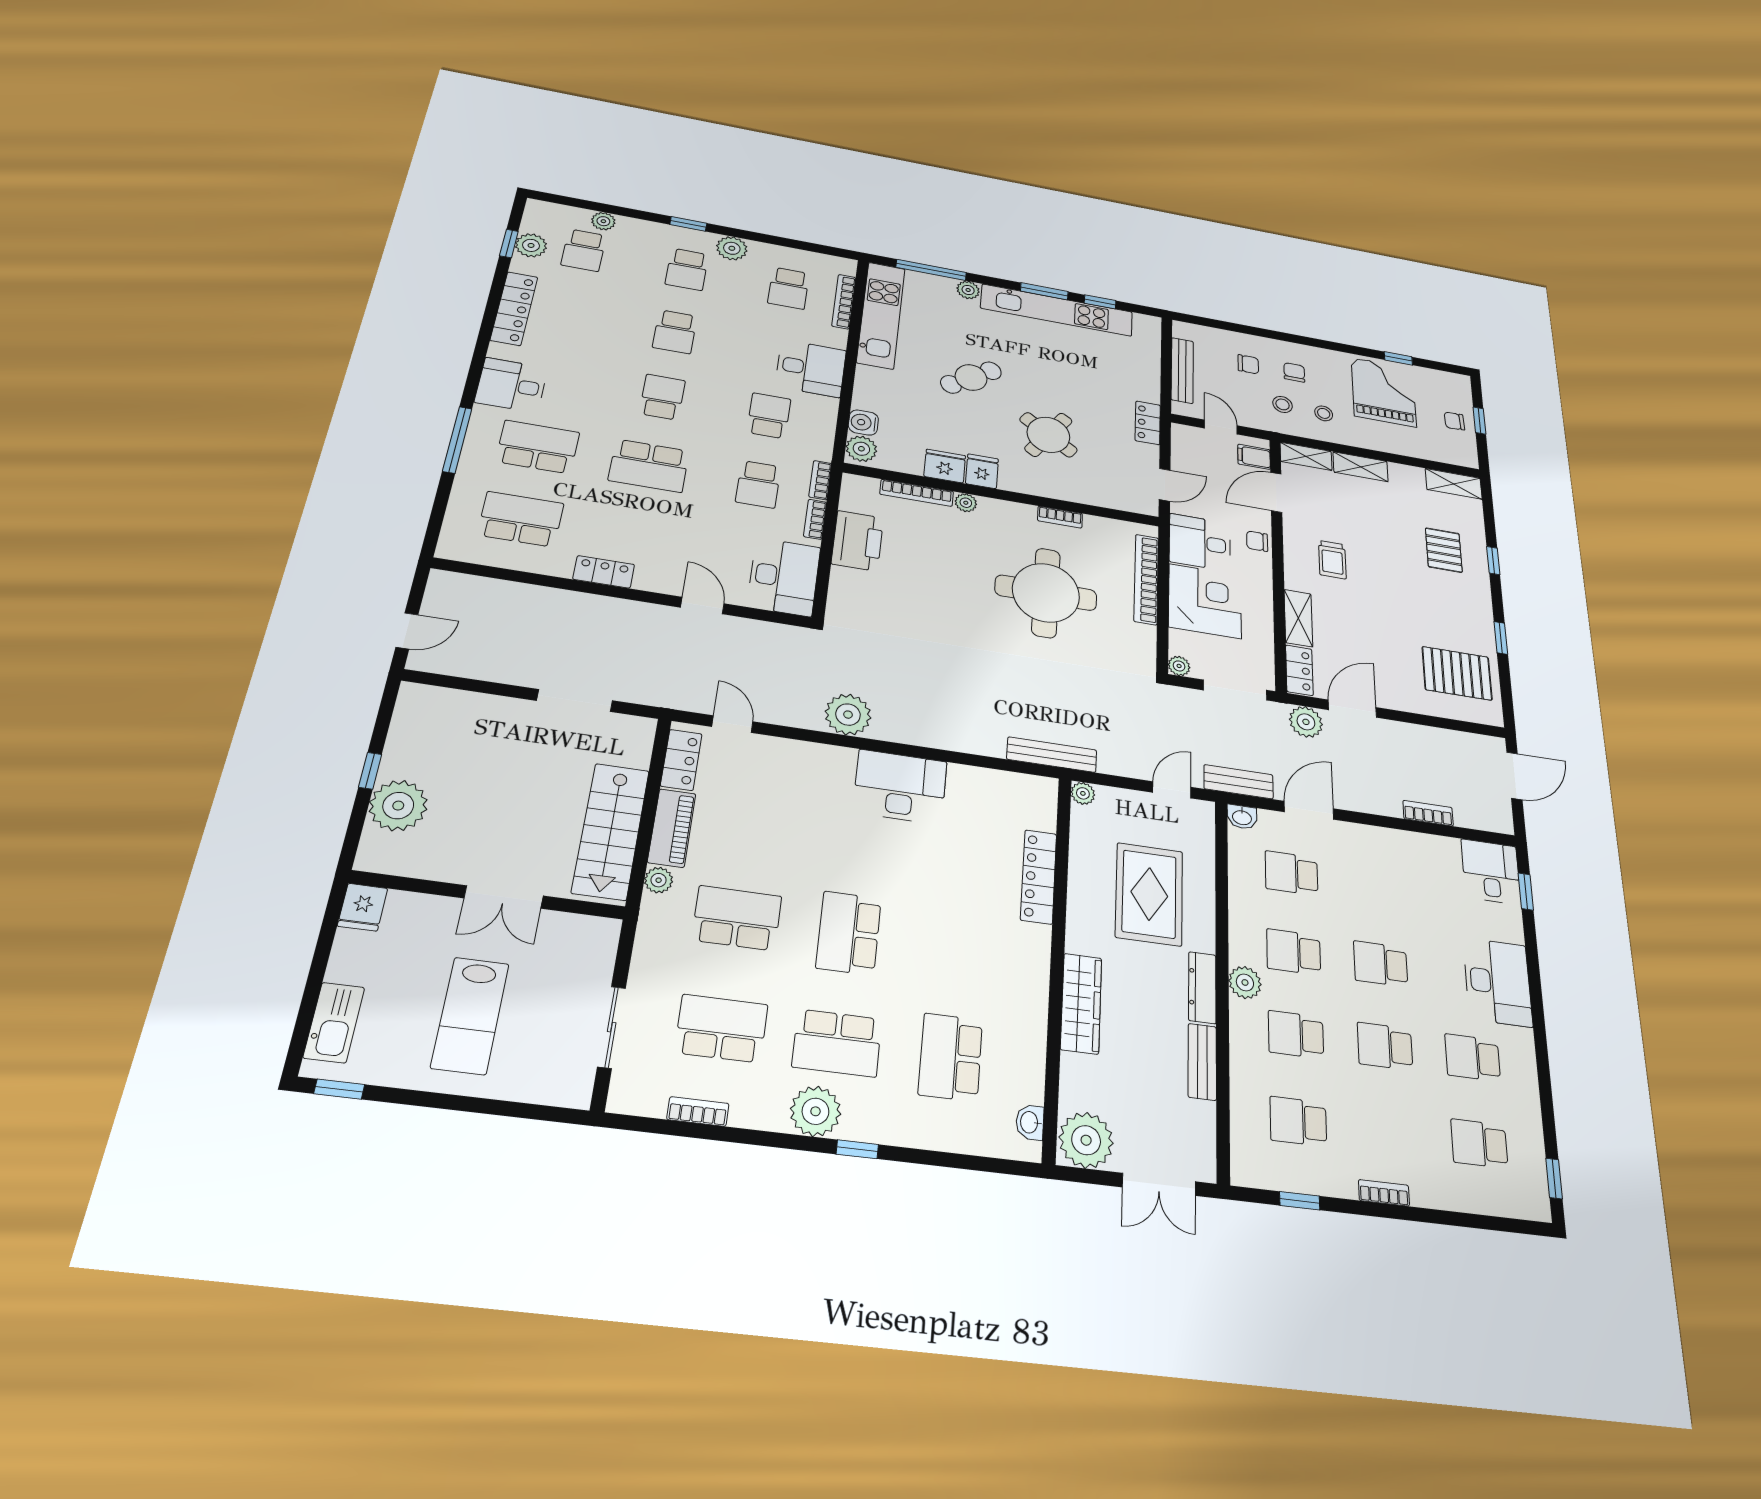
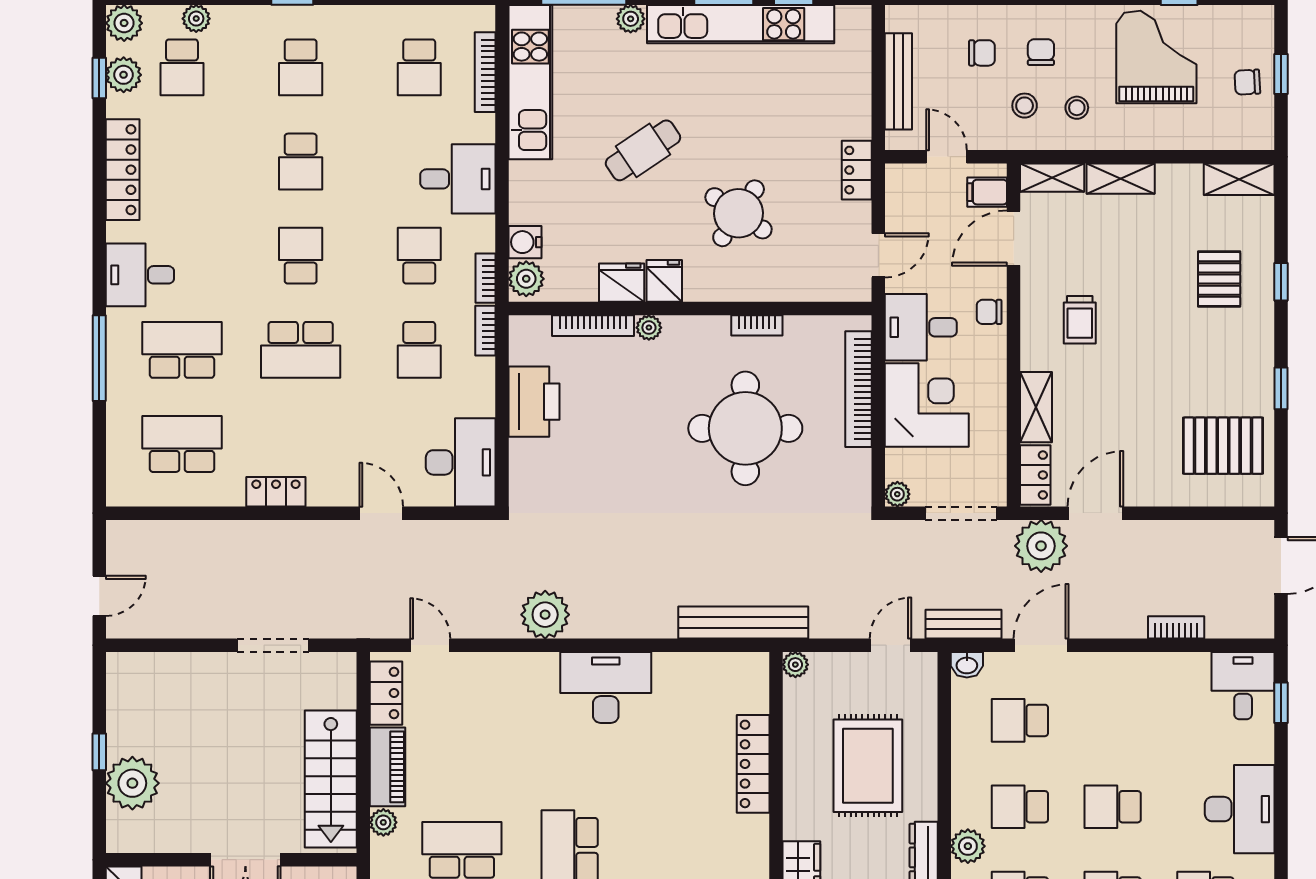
plant: (732, 248) -> (124, 23), moved
bookcase: (815, 519) -> (485, 278), moved
plant: (1306, 722) -> (1041, 546), width x1.36, depth x1.36
bench: (1052, 755) -> (743, 622), width x1.37, depth x1.21

